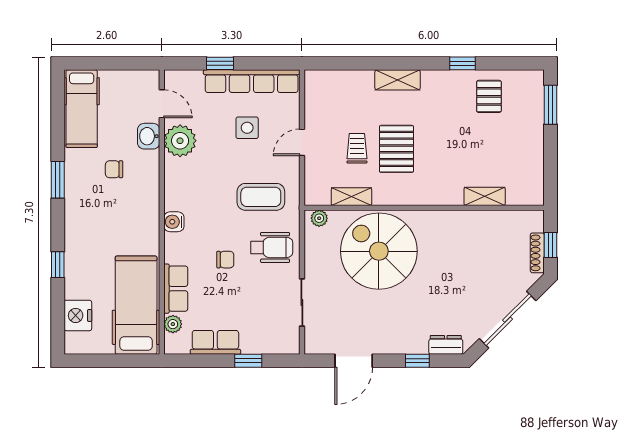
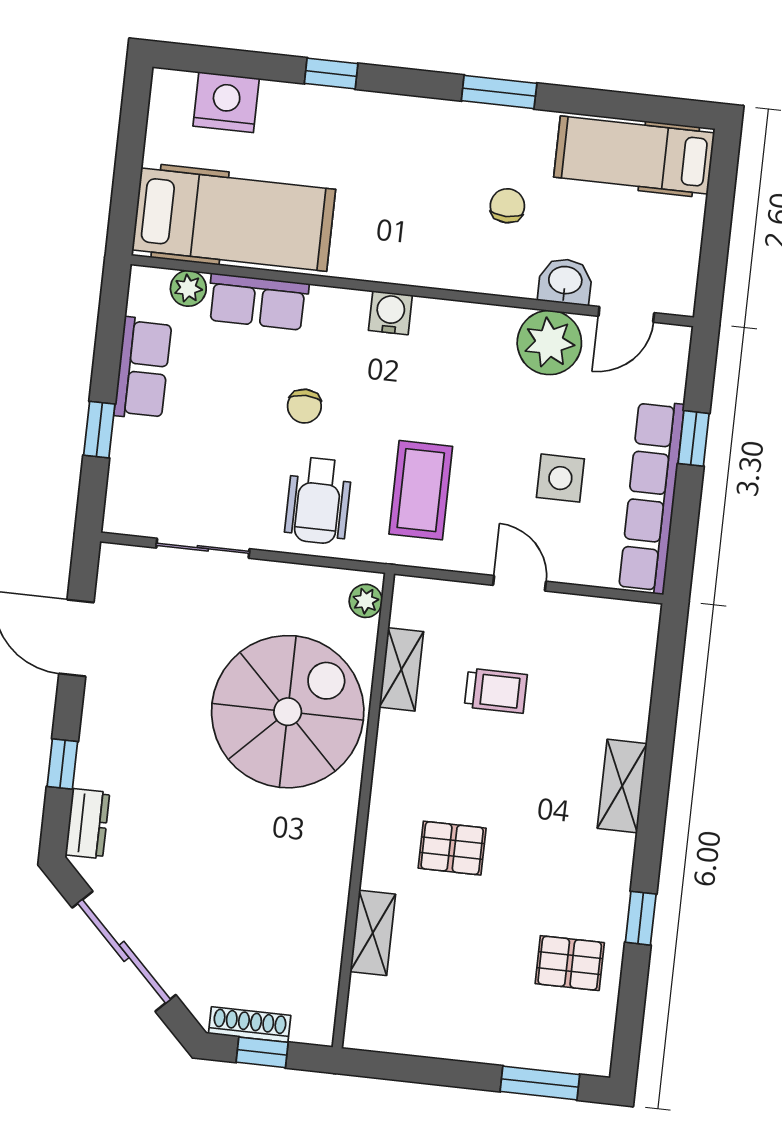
pallet: (396, 149) -> (452, 848), moved, width x0.67, depth x0.71

